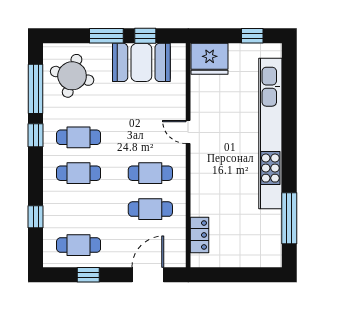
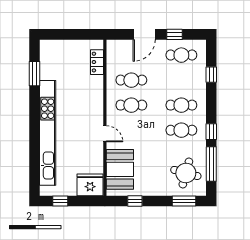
window: (106, 36) -> (184, 201), moved
booth: (141, 62) -> (120, 169), moved, turned 90
window: (289, 218) -> (35, 74), width x0.69
door: (148, 275) -> (144, 34), moved

